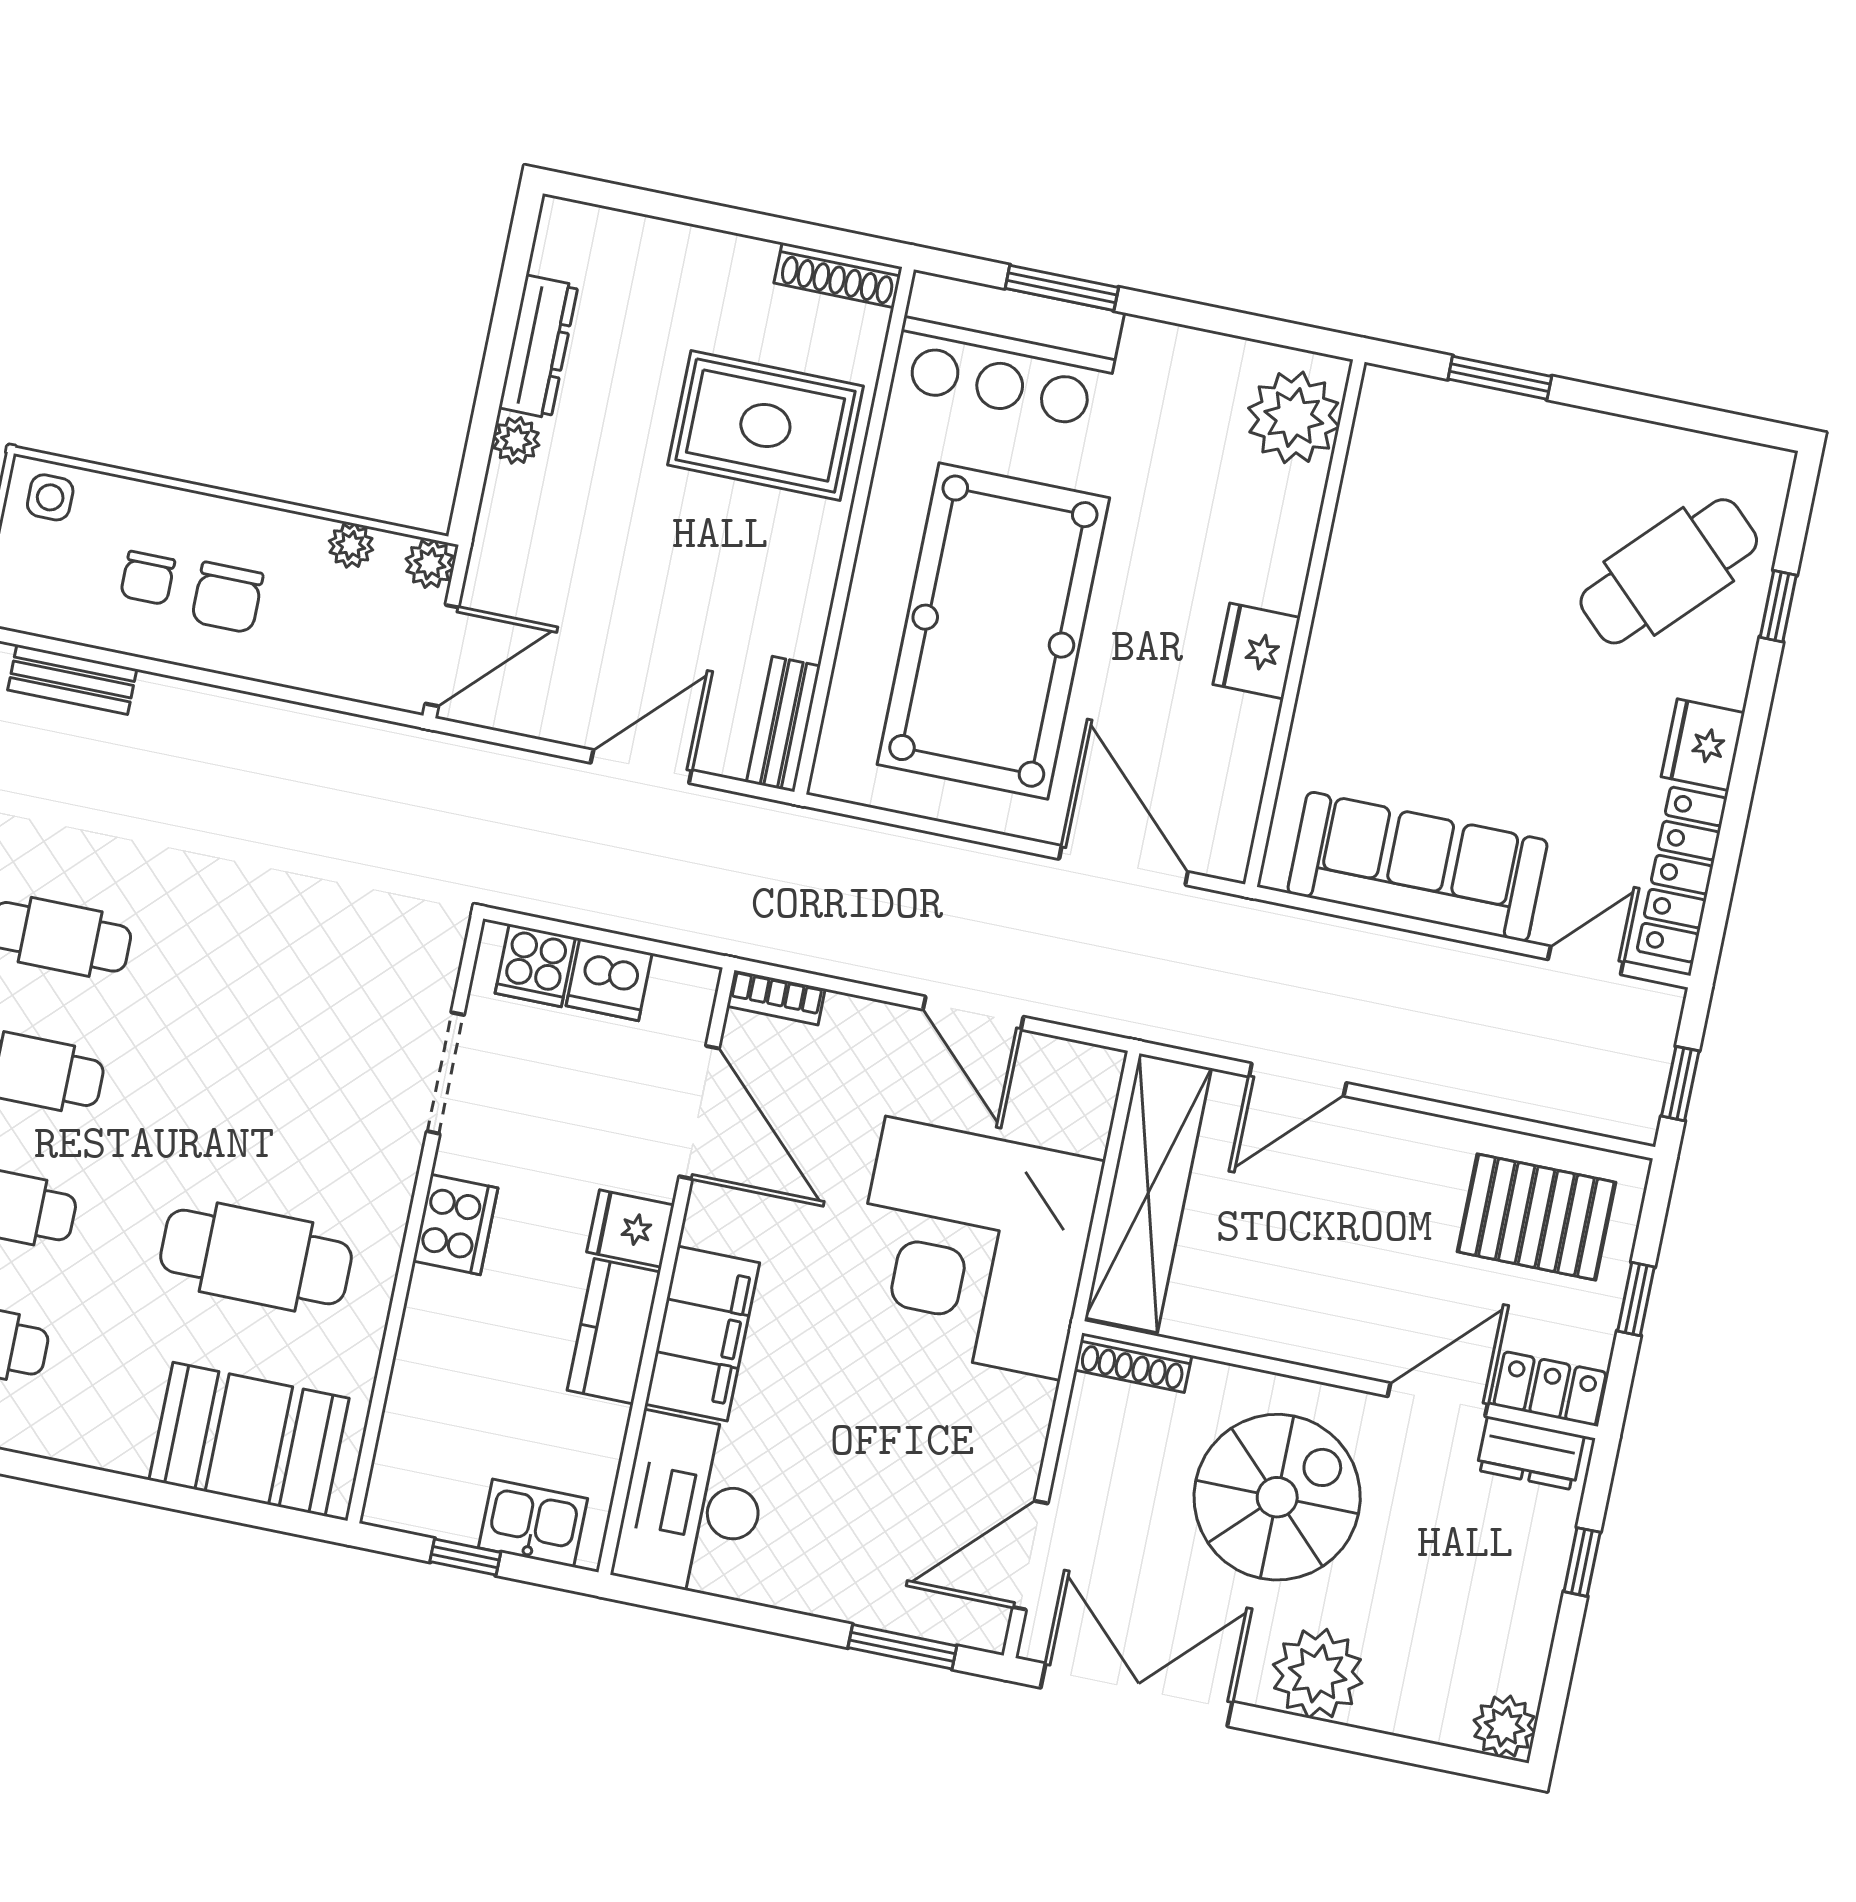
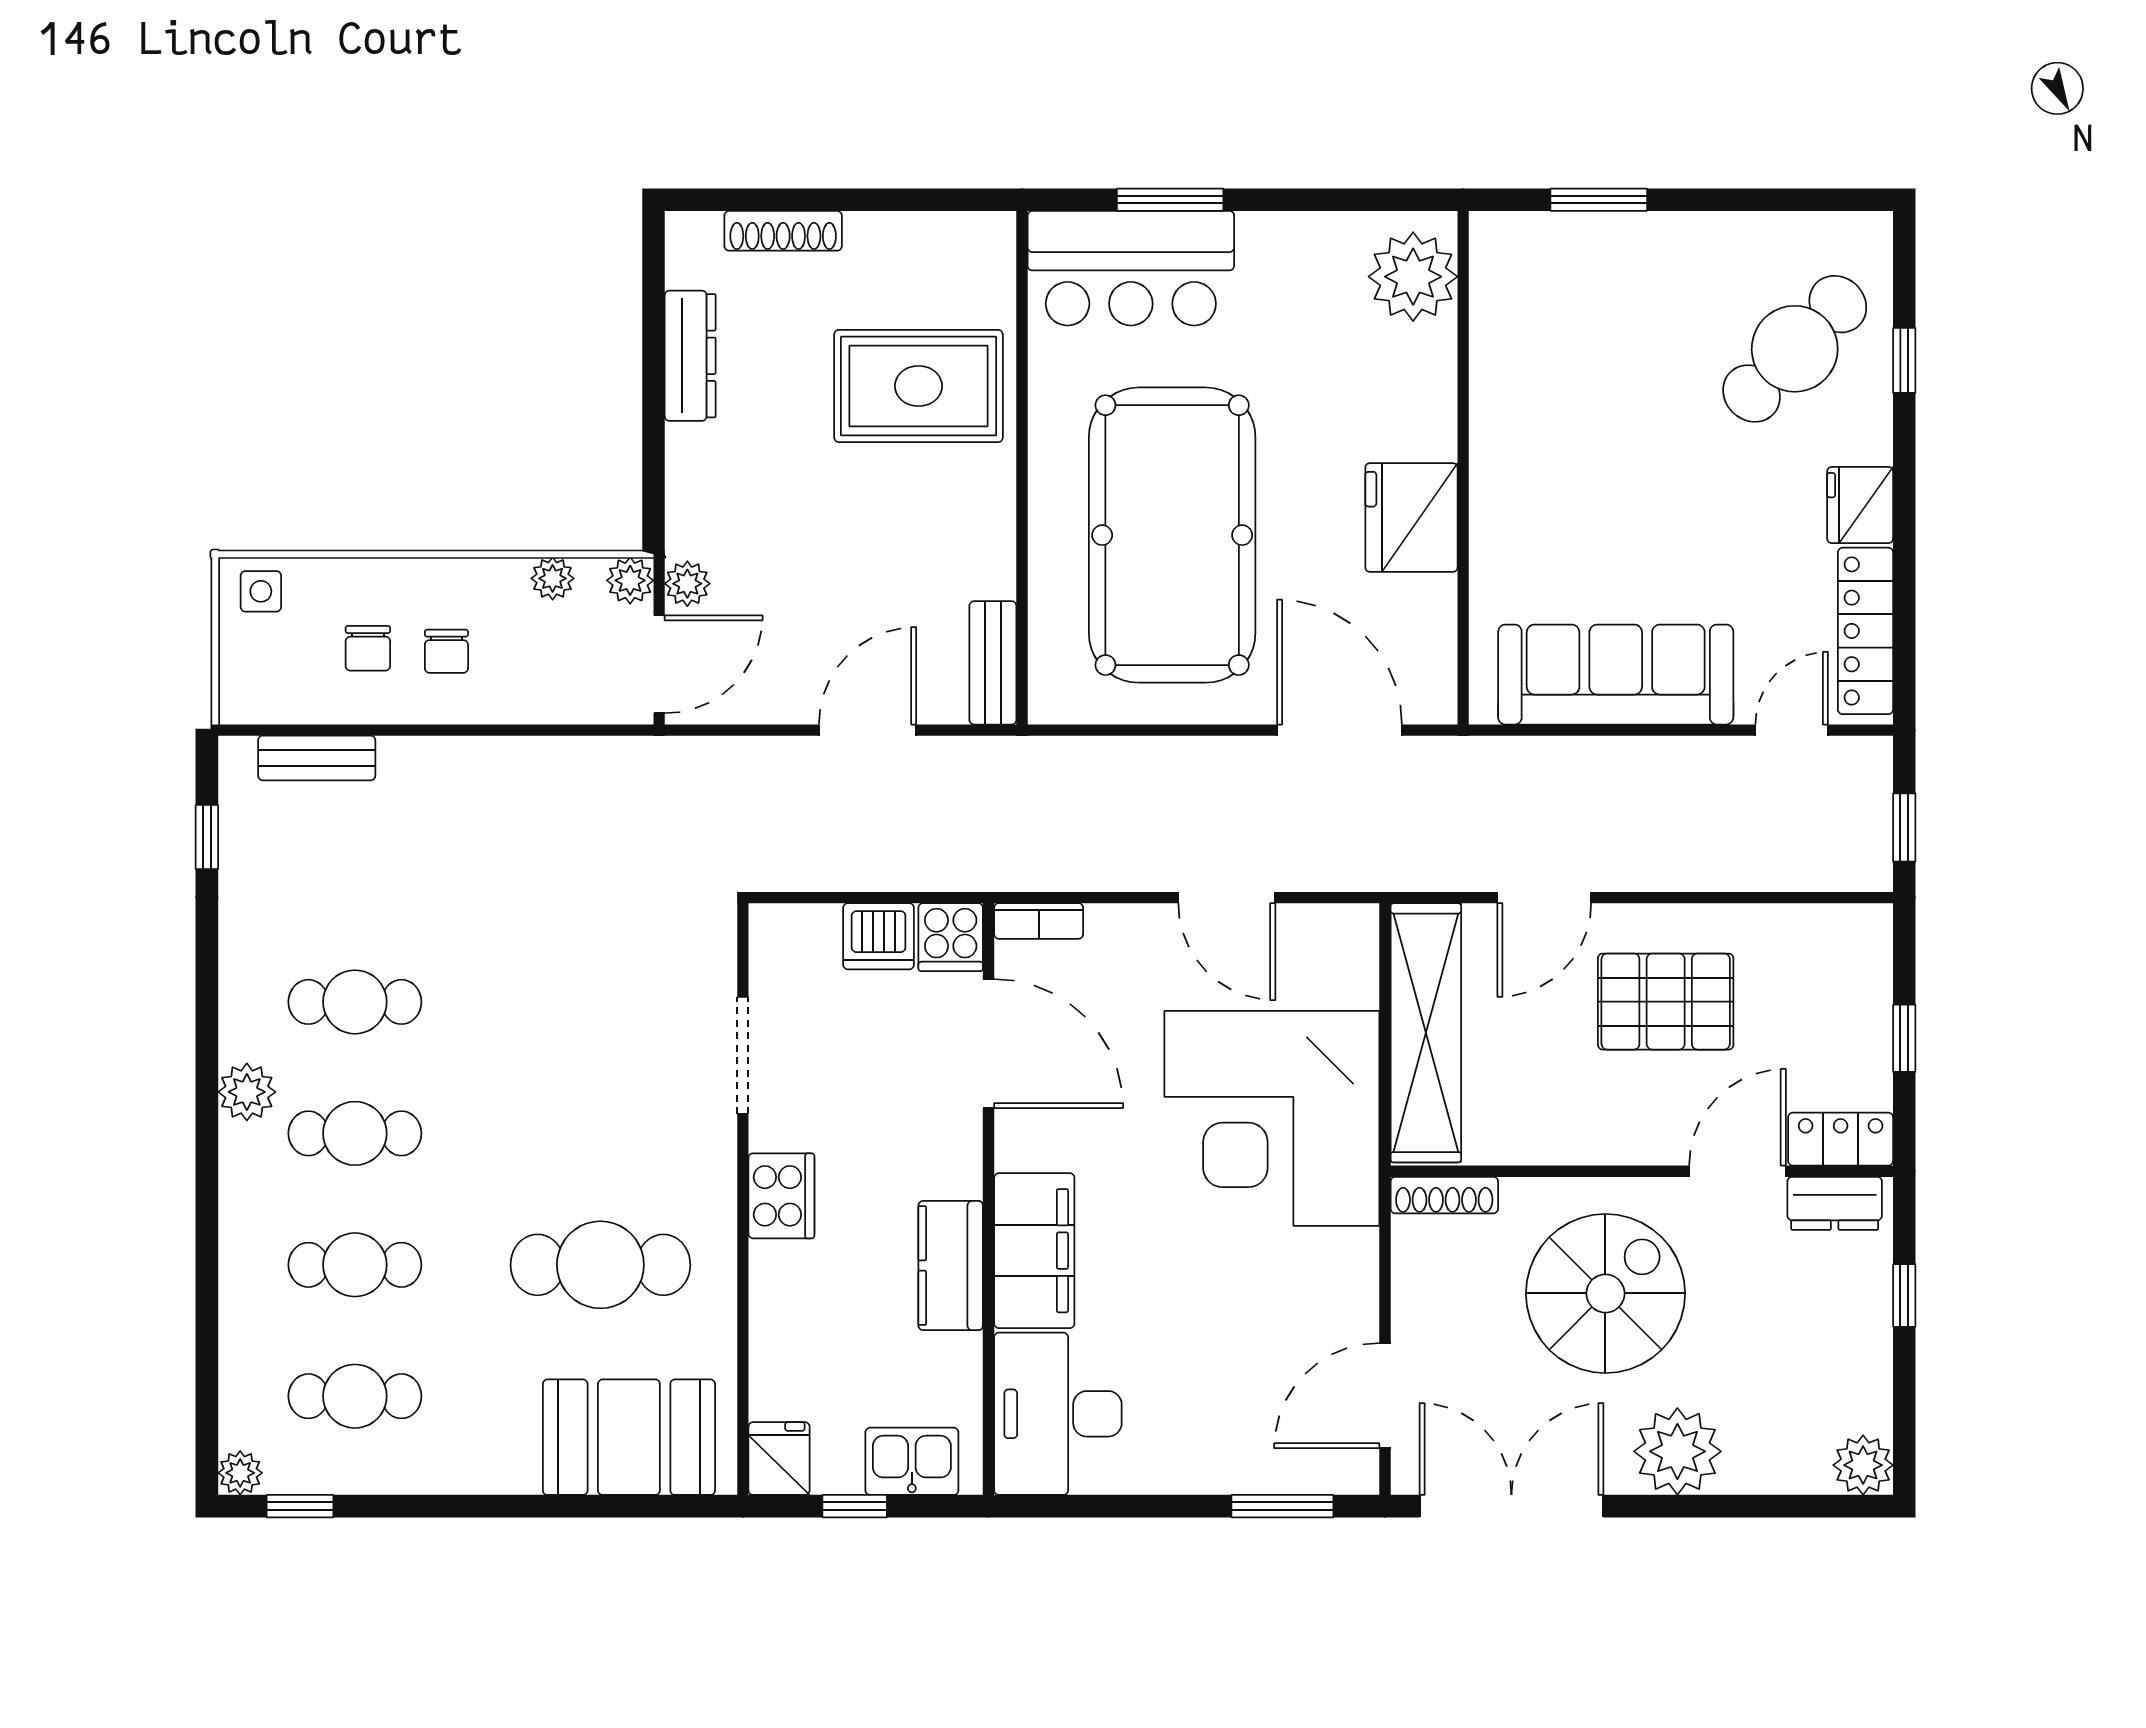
shoe rack: (838, 275) -> (783, 231), moved
plant: (516, 440) -> (687, 584), moved
chair: (227, 598) -> (446, 651), width x0.73, depth x0.73
fridge: (1257, 651) -> (1411, 518), width x1.36, depth x1.34
cooker: (535, 965) -> (951, 937), moved
pallet: (1536, 1217) -> (1666, 1002), moved
fridge: (630, 1229) -> (779, 1459), moved, turned 90

